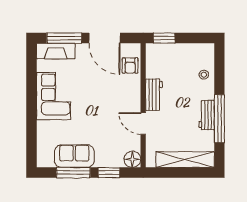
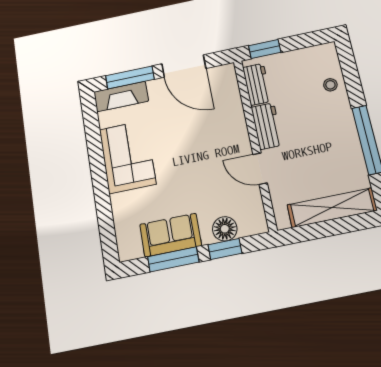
armchair: (130, 66) -> (226, 94), removed
workbench: (207, 115) -> (257, 84), moved, turned 180
floor lamp: (132, 159) -> (225, 229), moved

